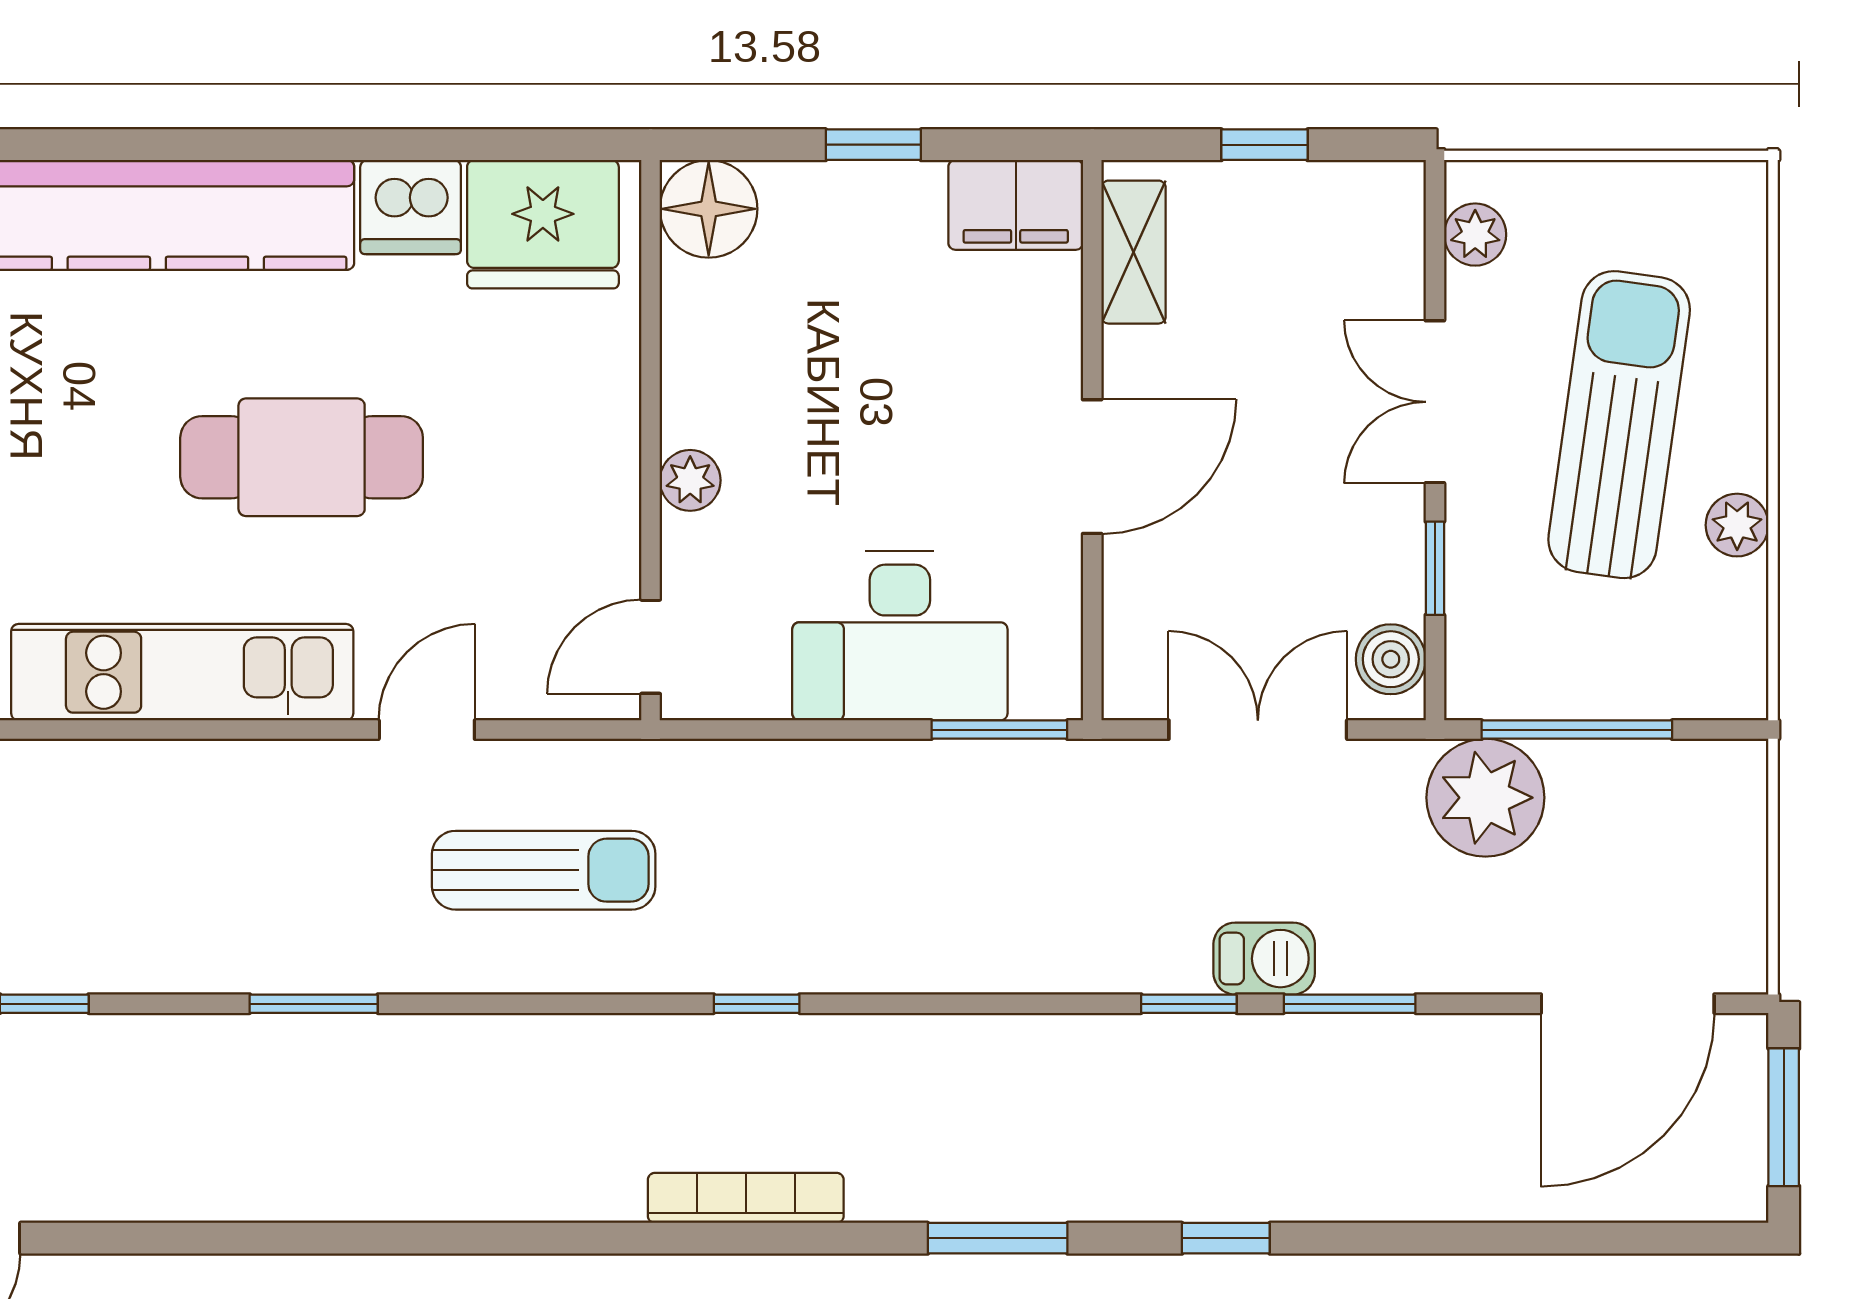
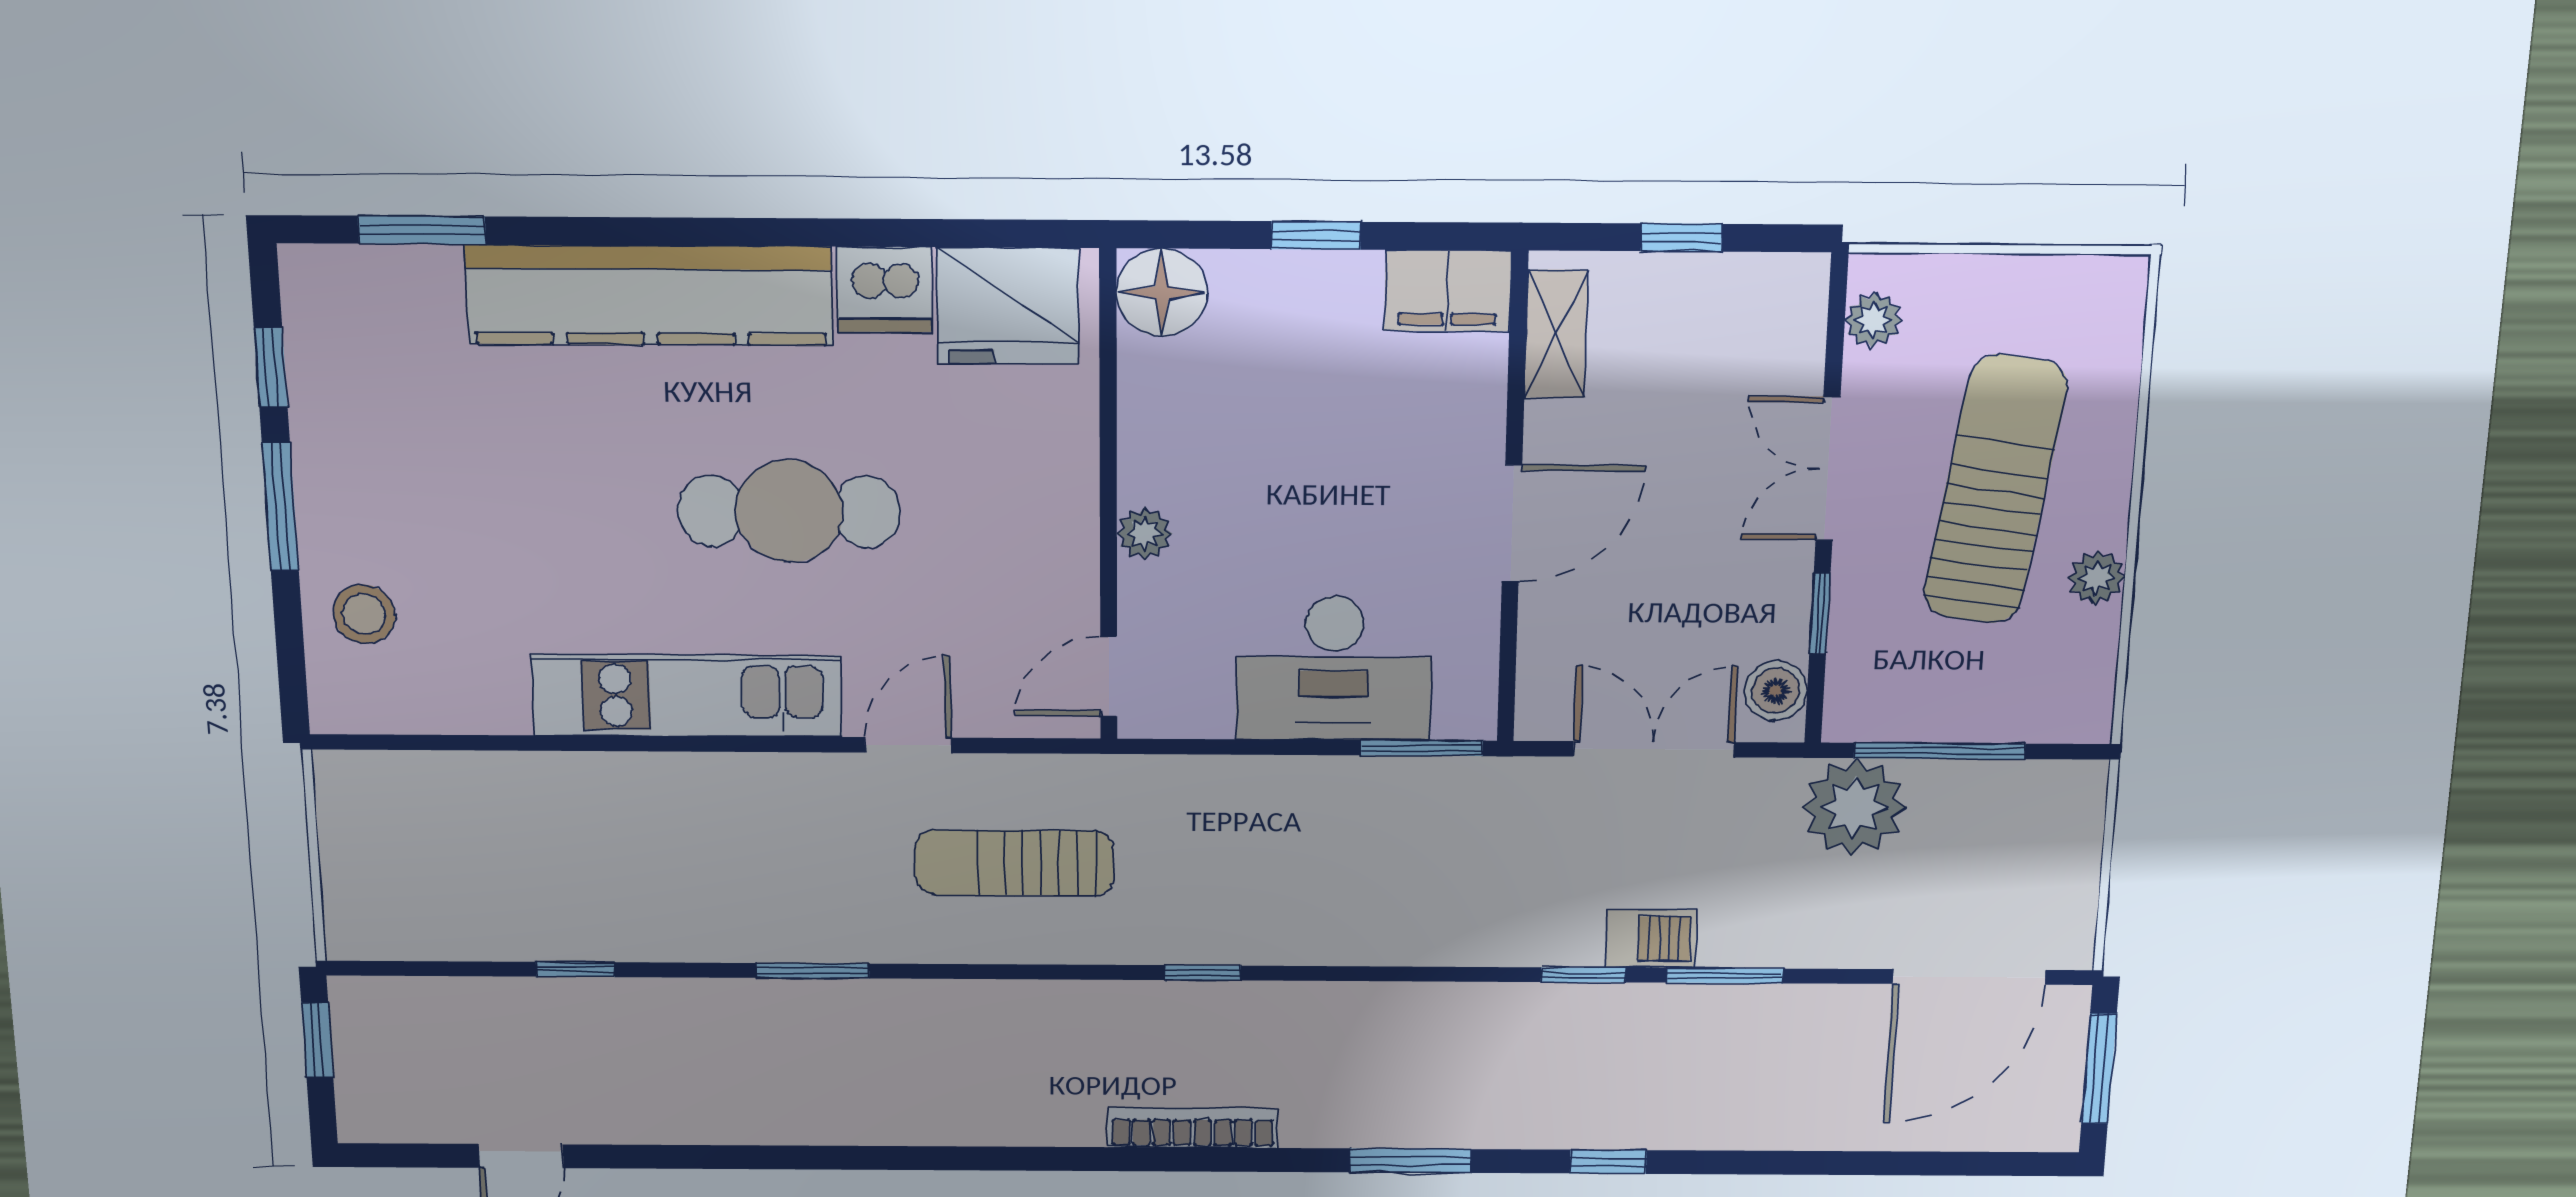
sun lounger: (544, 870) -> (1014, 863), turned 180

